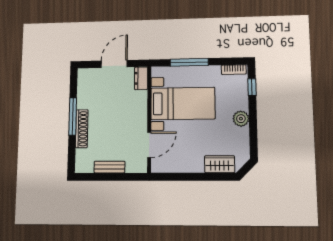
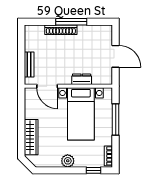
dresser: (141, 78) -> (82, 79), moved
wardrobe: (220, 164) -> (31, 137), width x1.50
bench: (109, 167) -> (29, 65), moved

